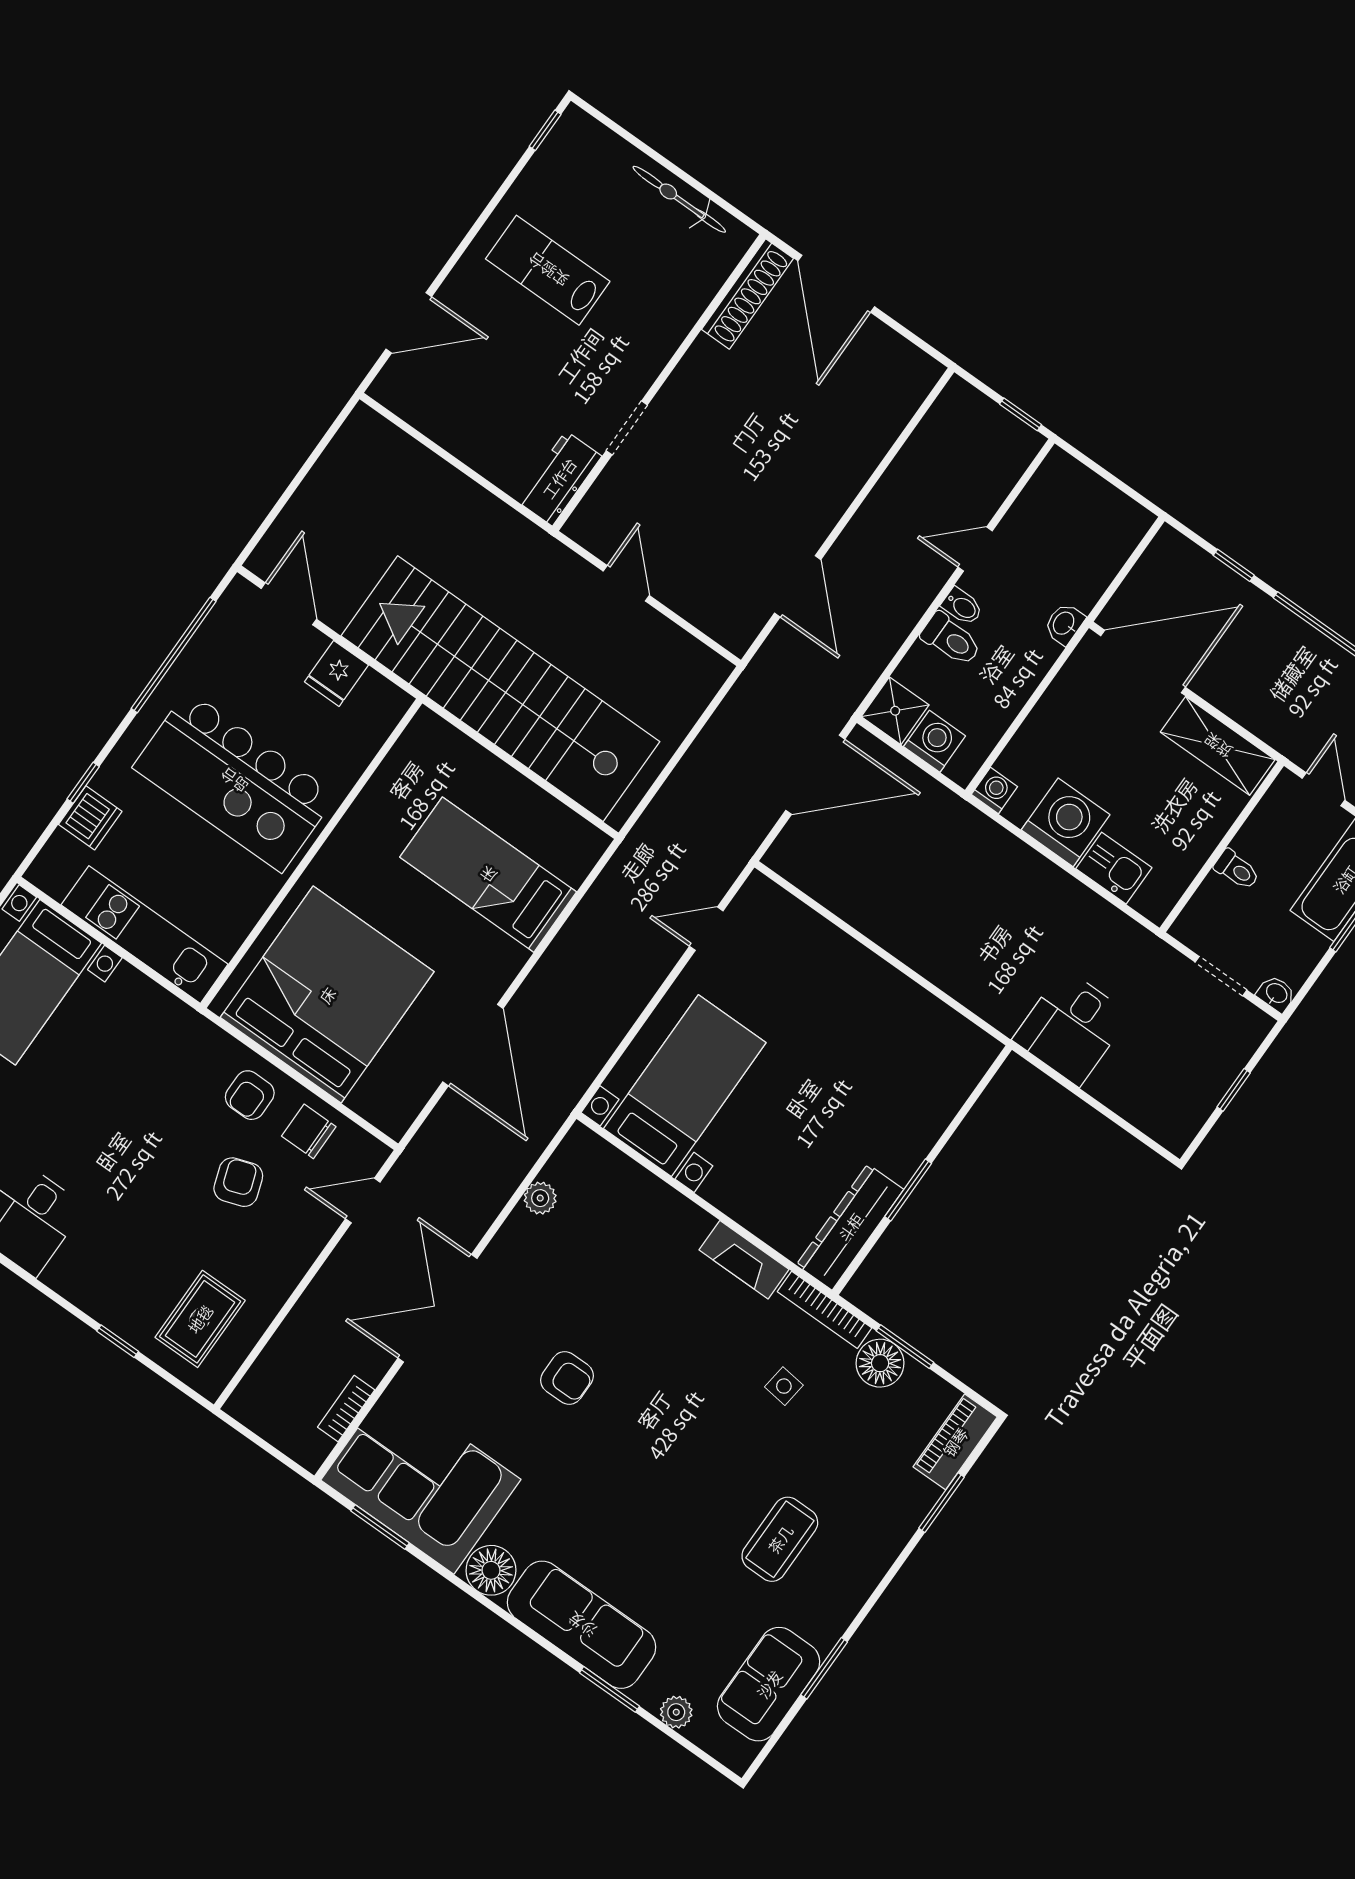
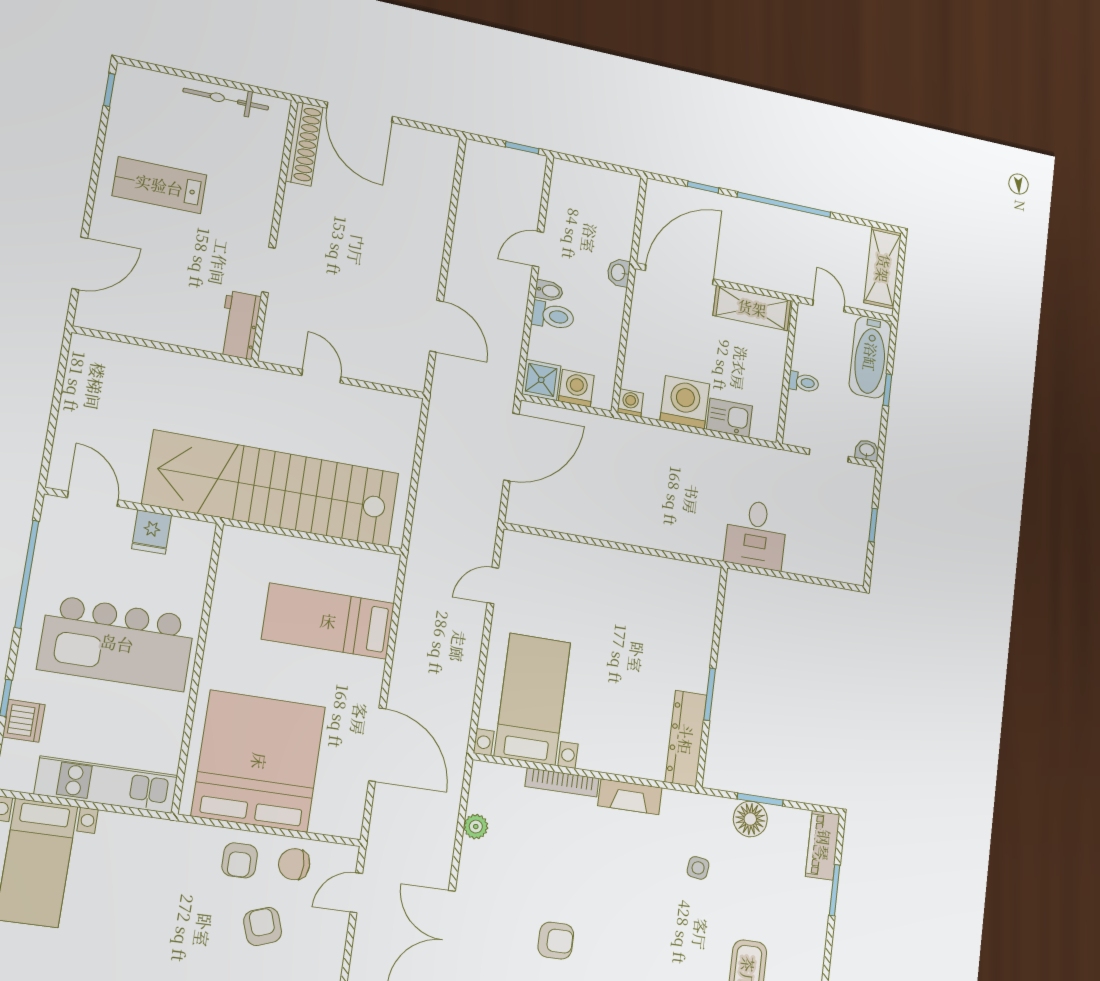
bookcase: (824, 1310) -> (562, 782), moved

